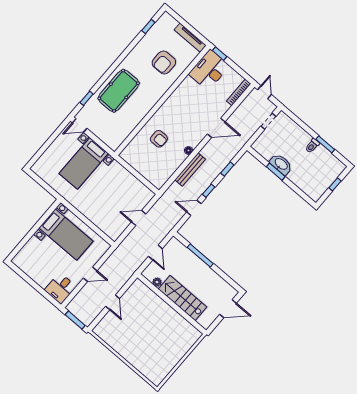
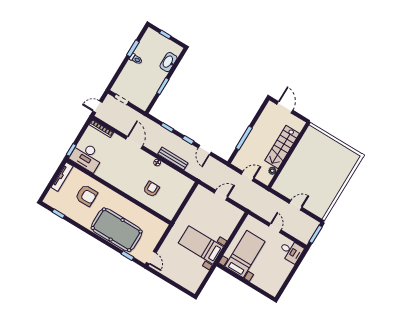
pool table: (119, 91) -> (117, 230), width x1.36, depth x1.32
bed with nightstands: (84, 163) -> (201, 245), moved, turned 180
washbasin: (281, 164) -> (168, 62), moved
door: (139, 218) -> (221, 195), swing flipped

